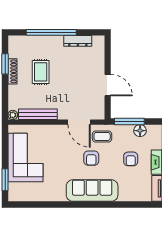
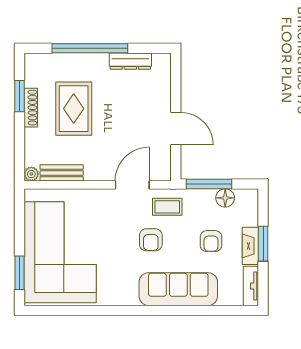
rug: (41, 72) -> (74, 109), width x1.36, depth x1.43
bench: (38, 114) -> (62, 173), width x0.73
door: (79, 122) -> (132, 185), swing flipped
corner sofa: (25, 157) -> (60, 252), width x1.36, depth x1.36
sofa: (92, 191) -> (178, 289), moved

